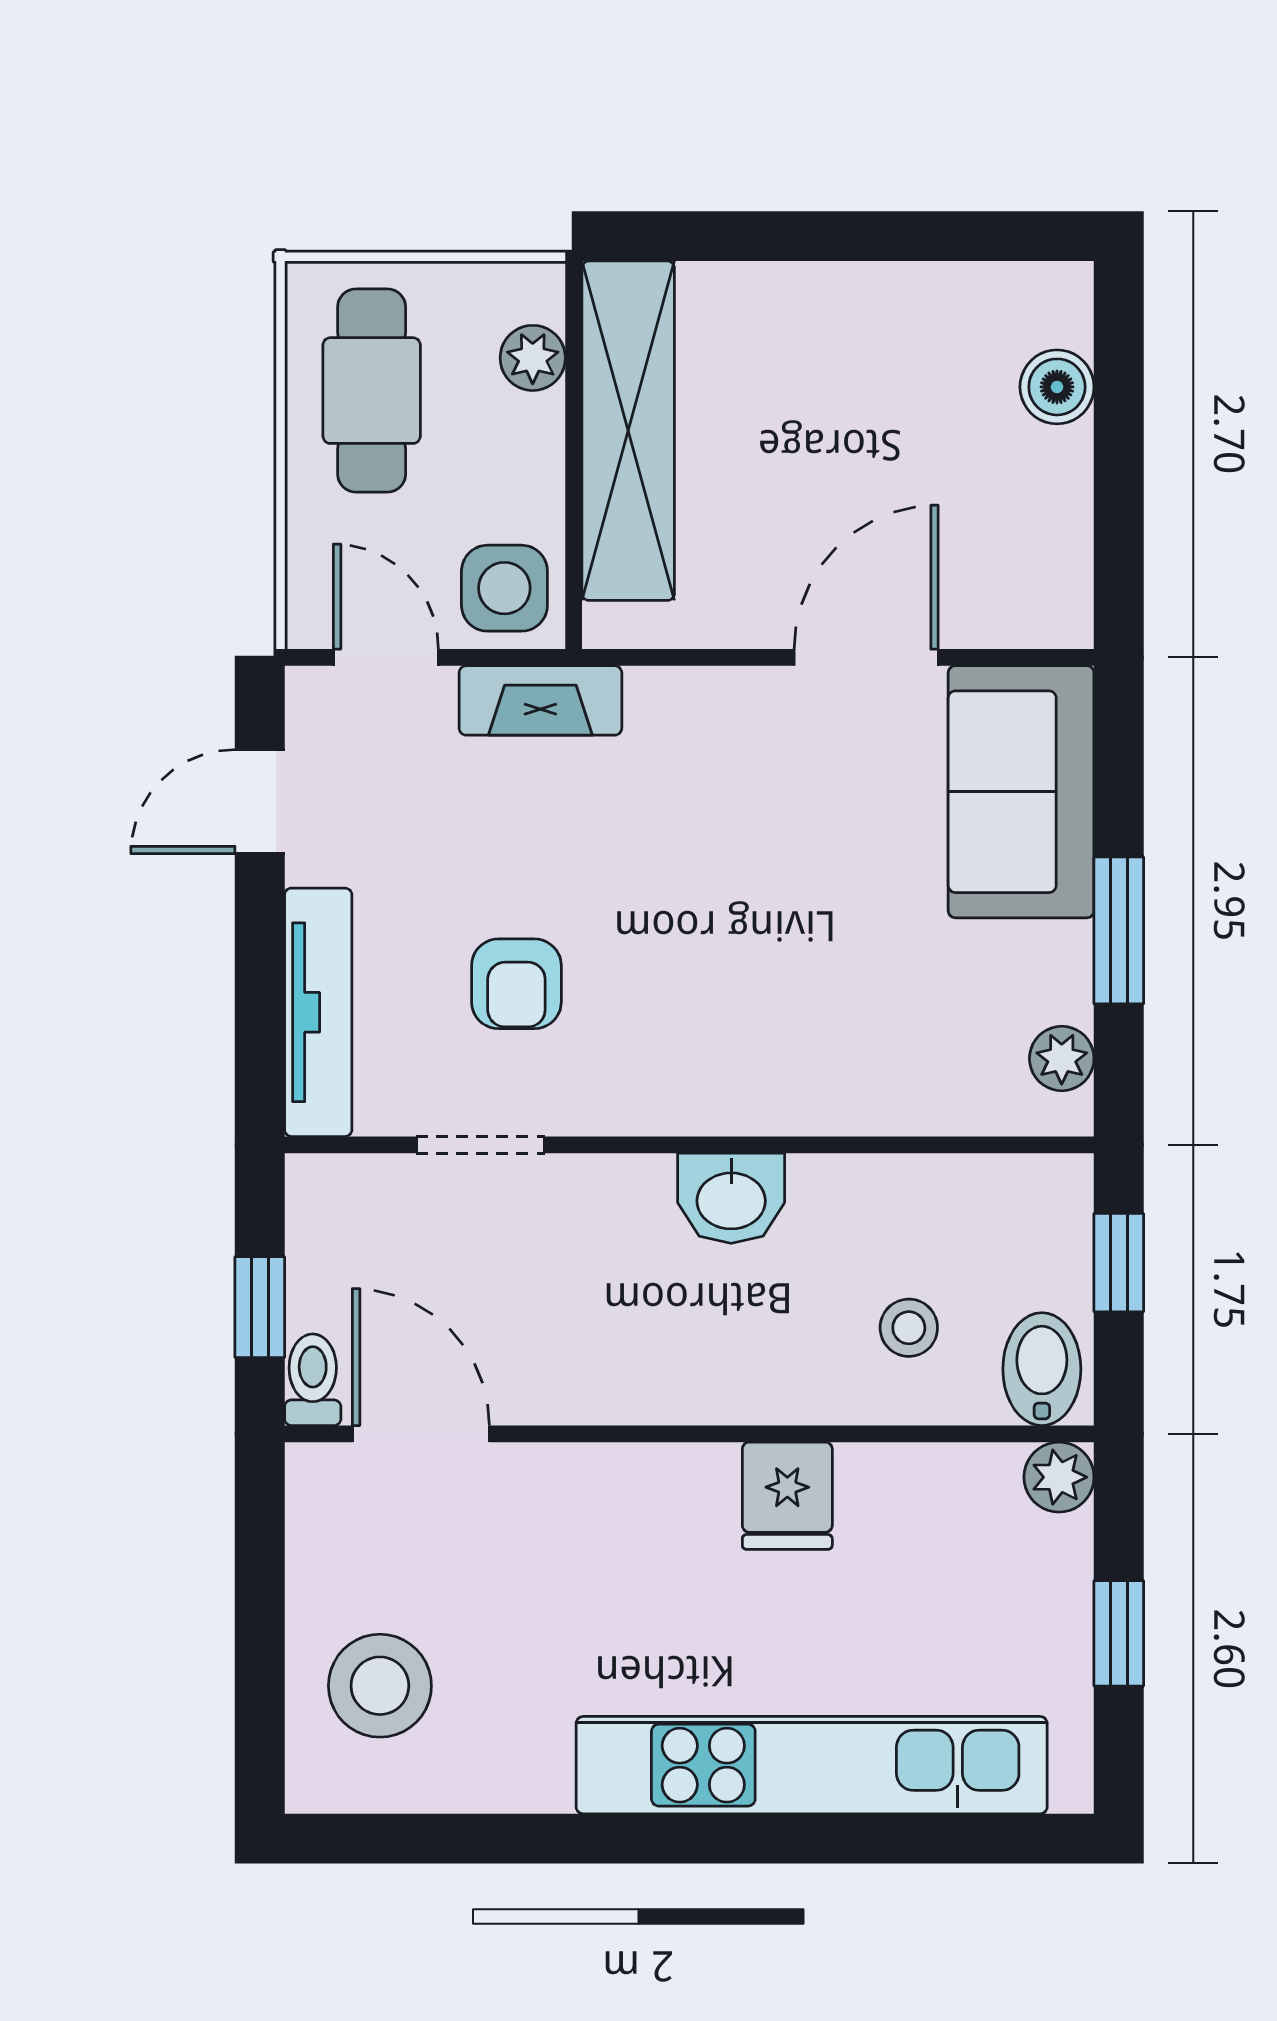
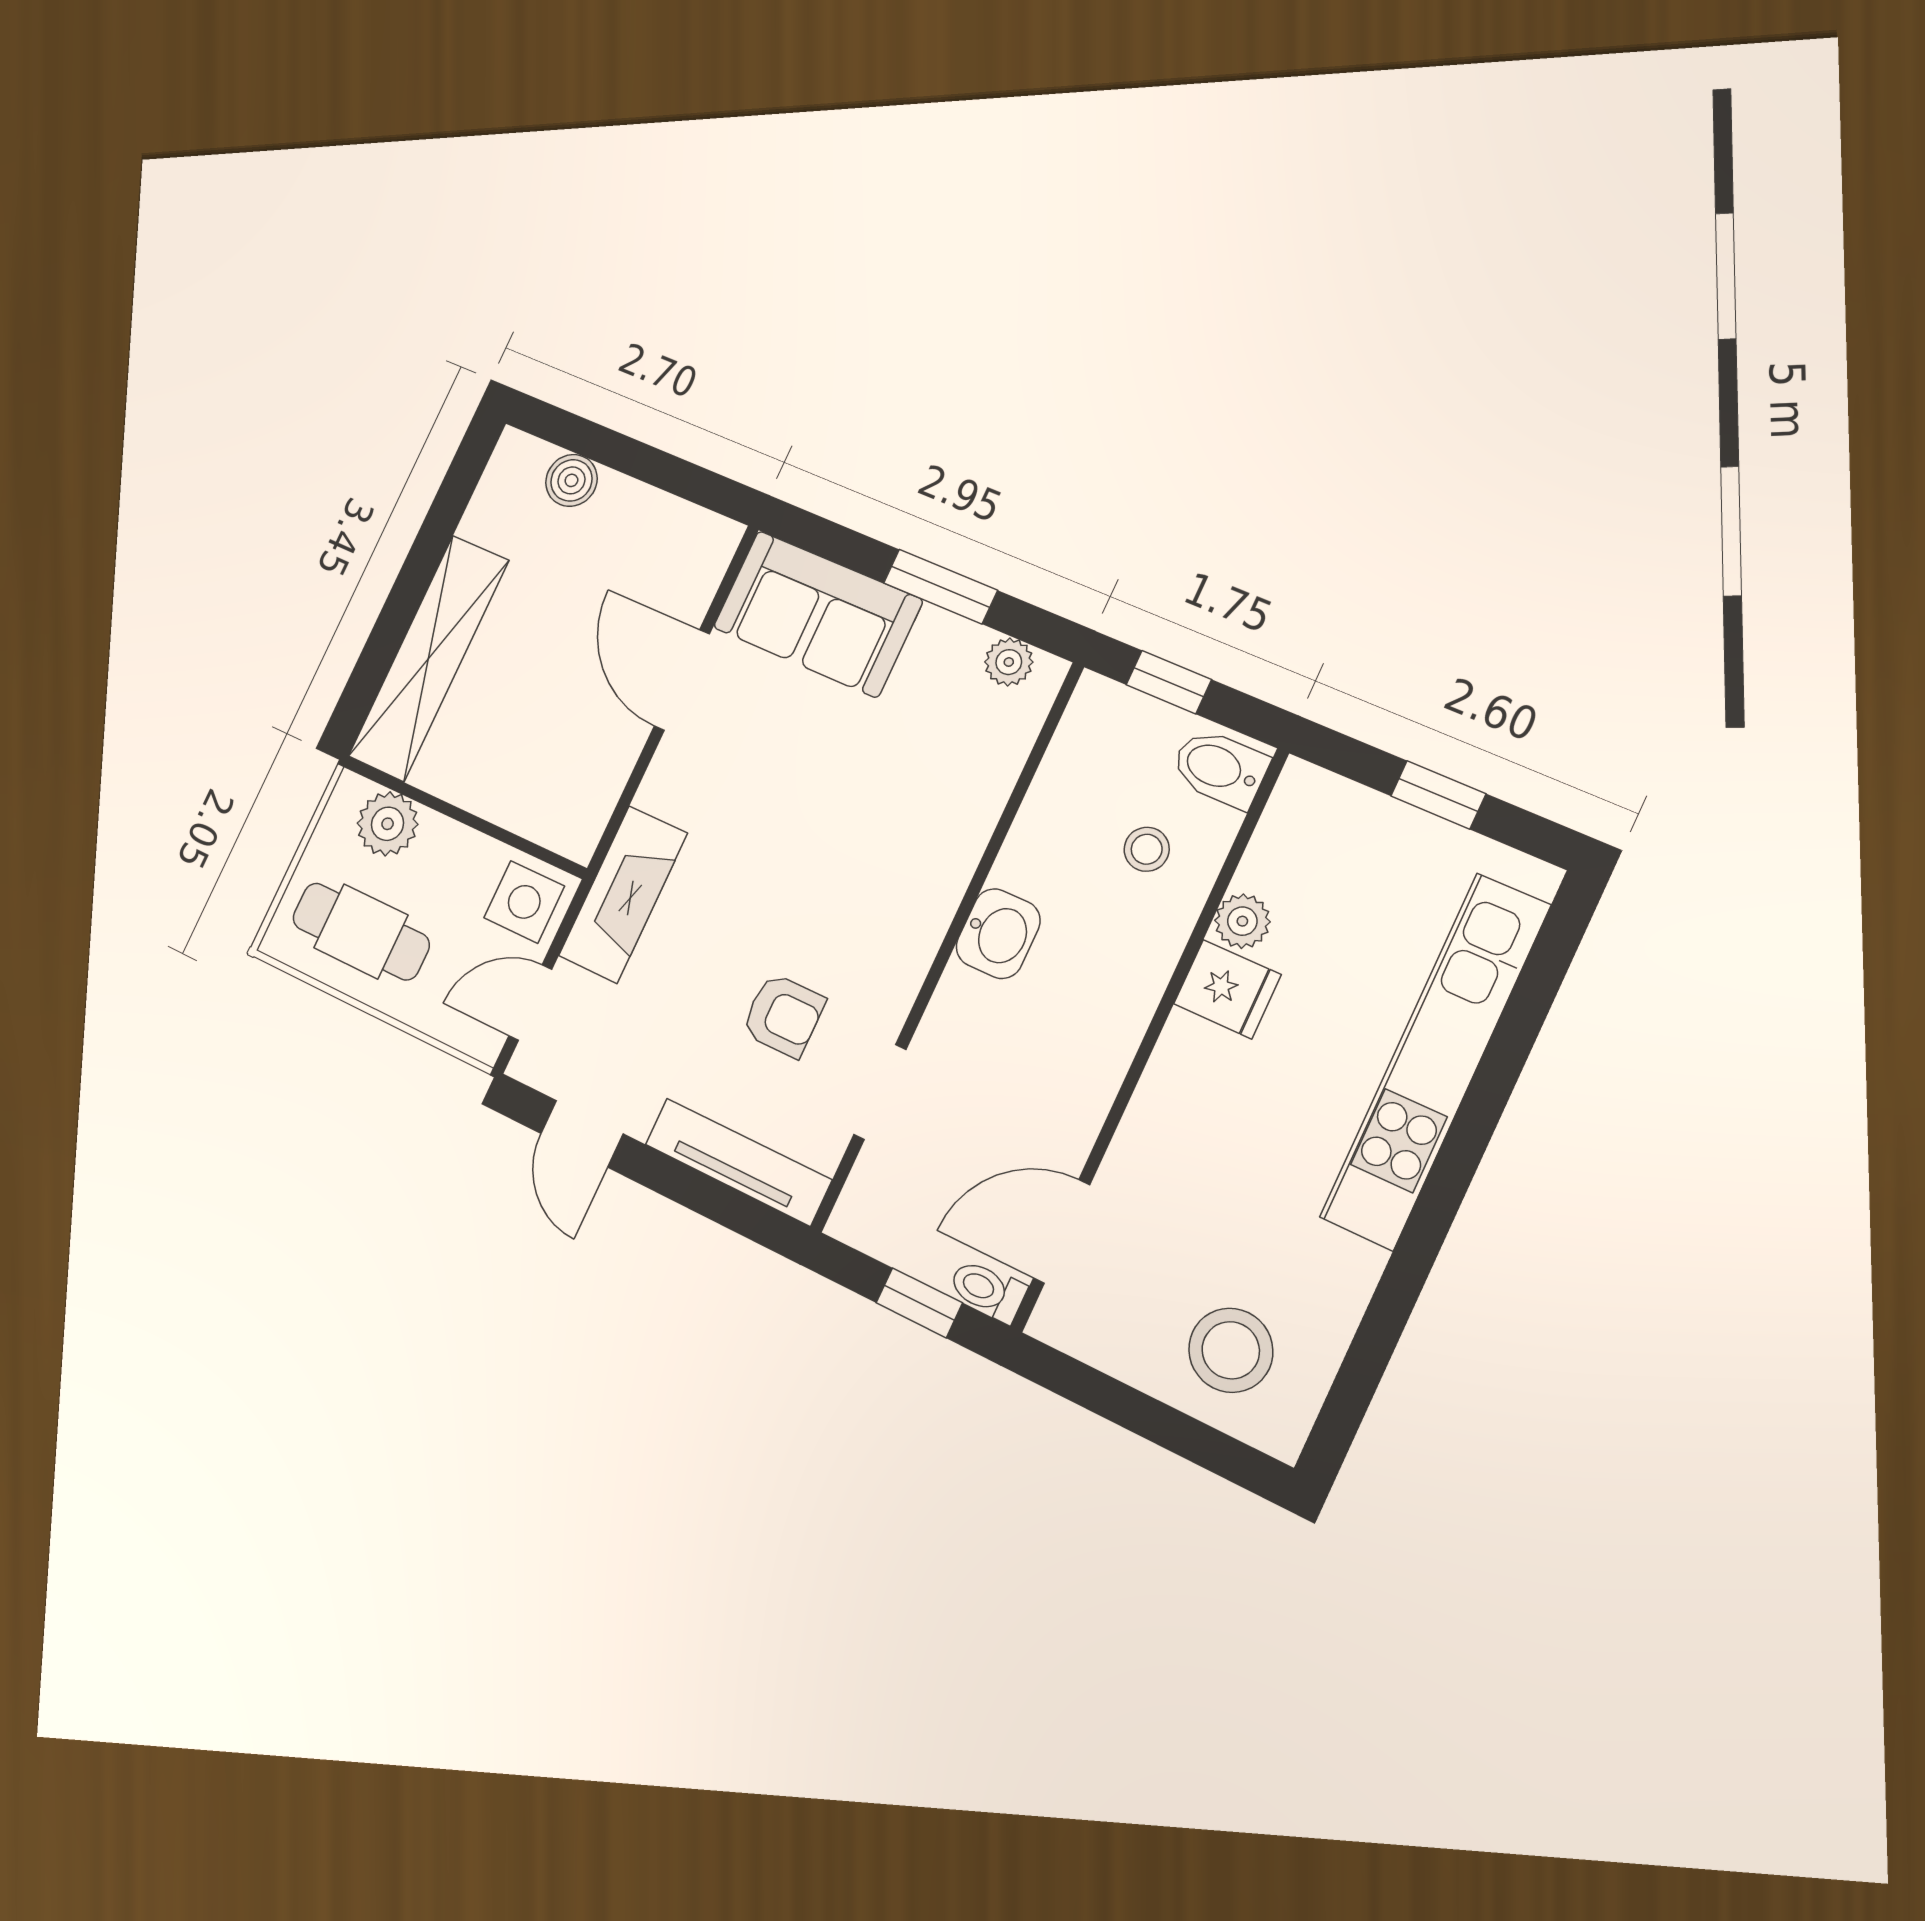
plant: (533, 358) -> (388, 824), width x1.38, depth x1.38
shelving: (628, 431) -> (429, 658), moved, turned 90
fireplace: (540, 700) -> (623, 894), width x1.37, depth x1.32
plant: (1059, 1477) -> (1242, 921), moved

